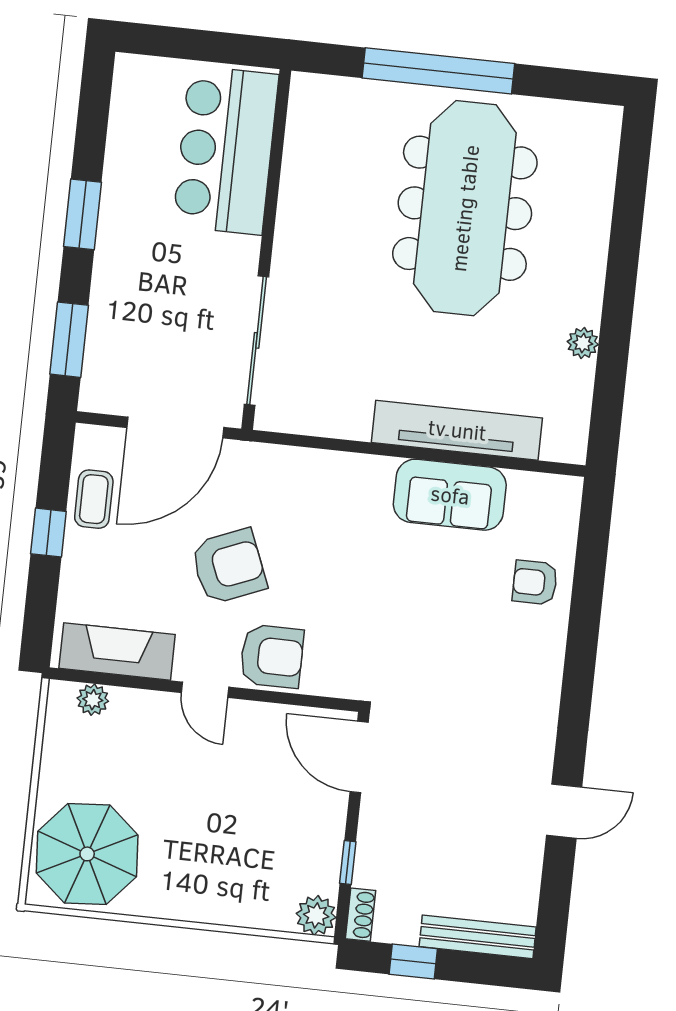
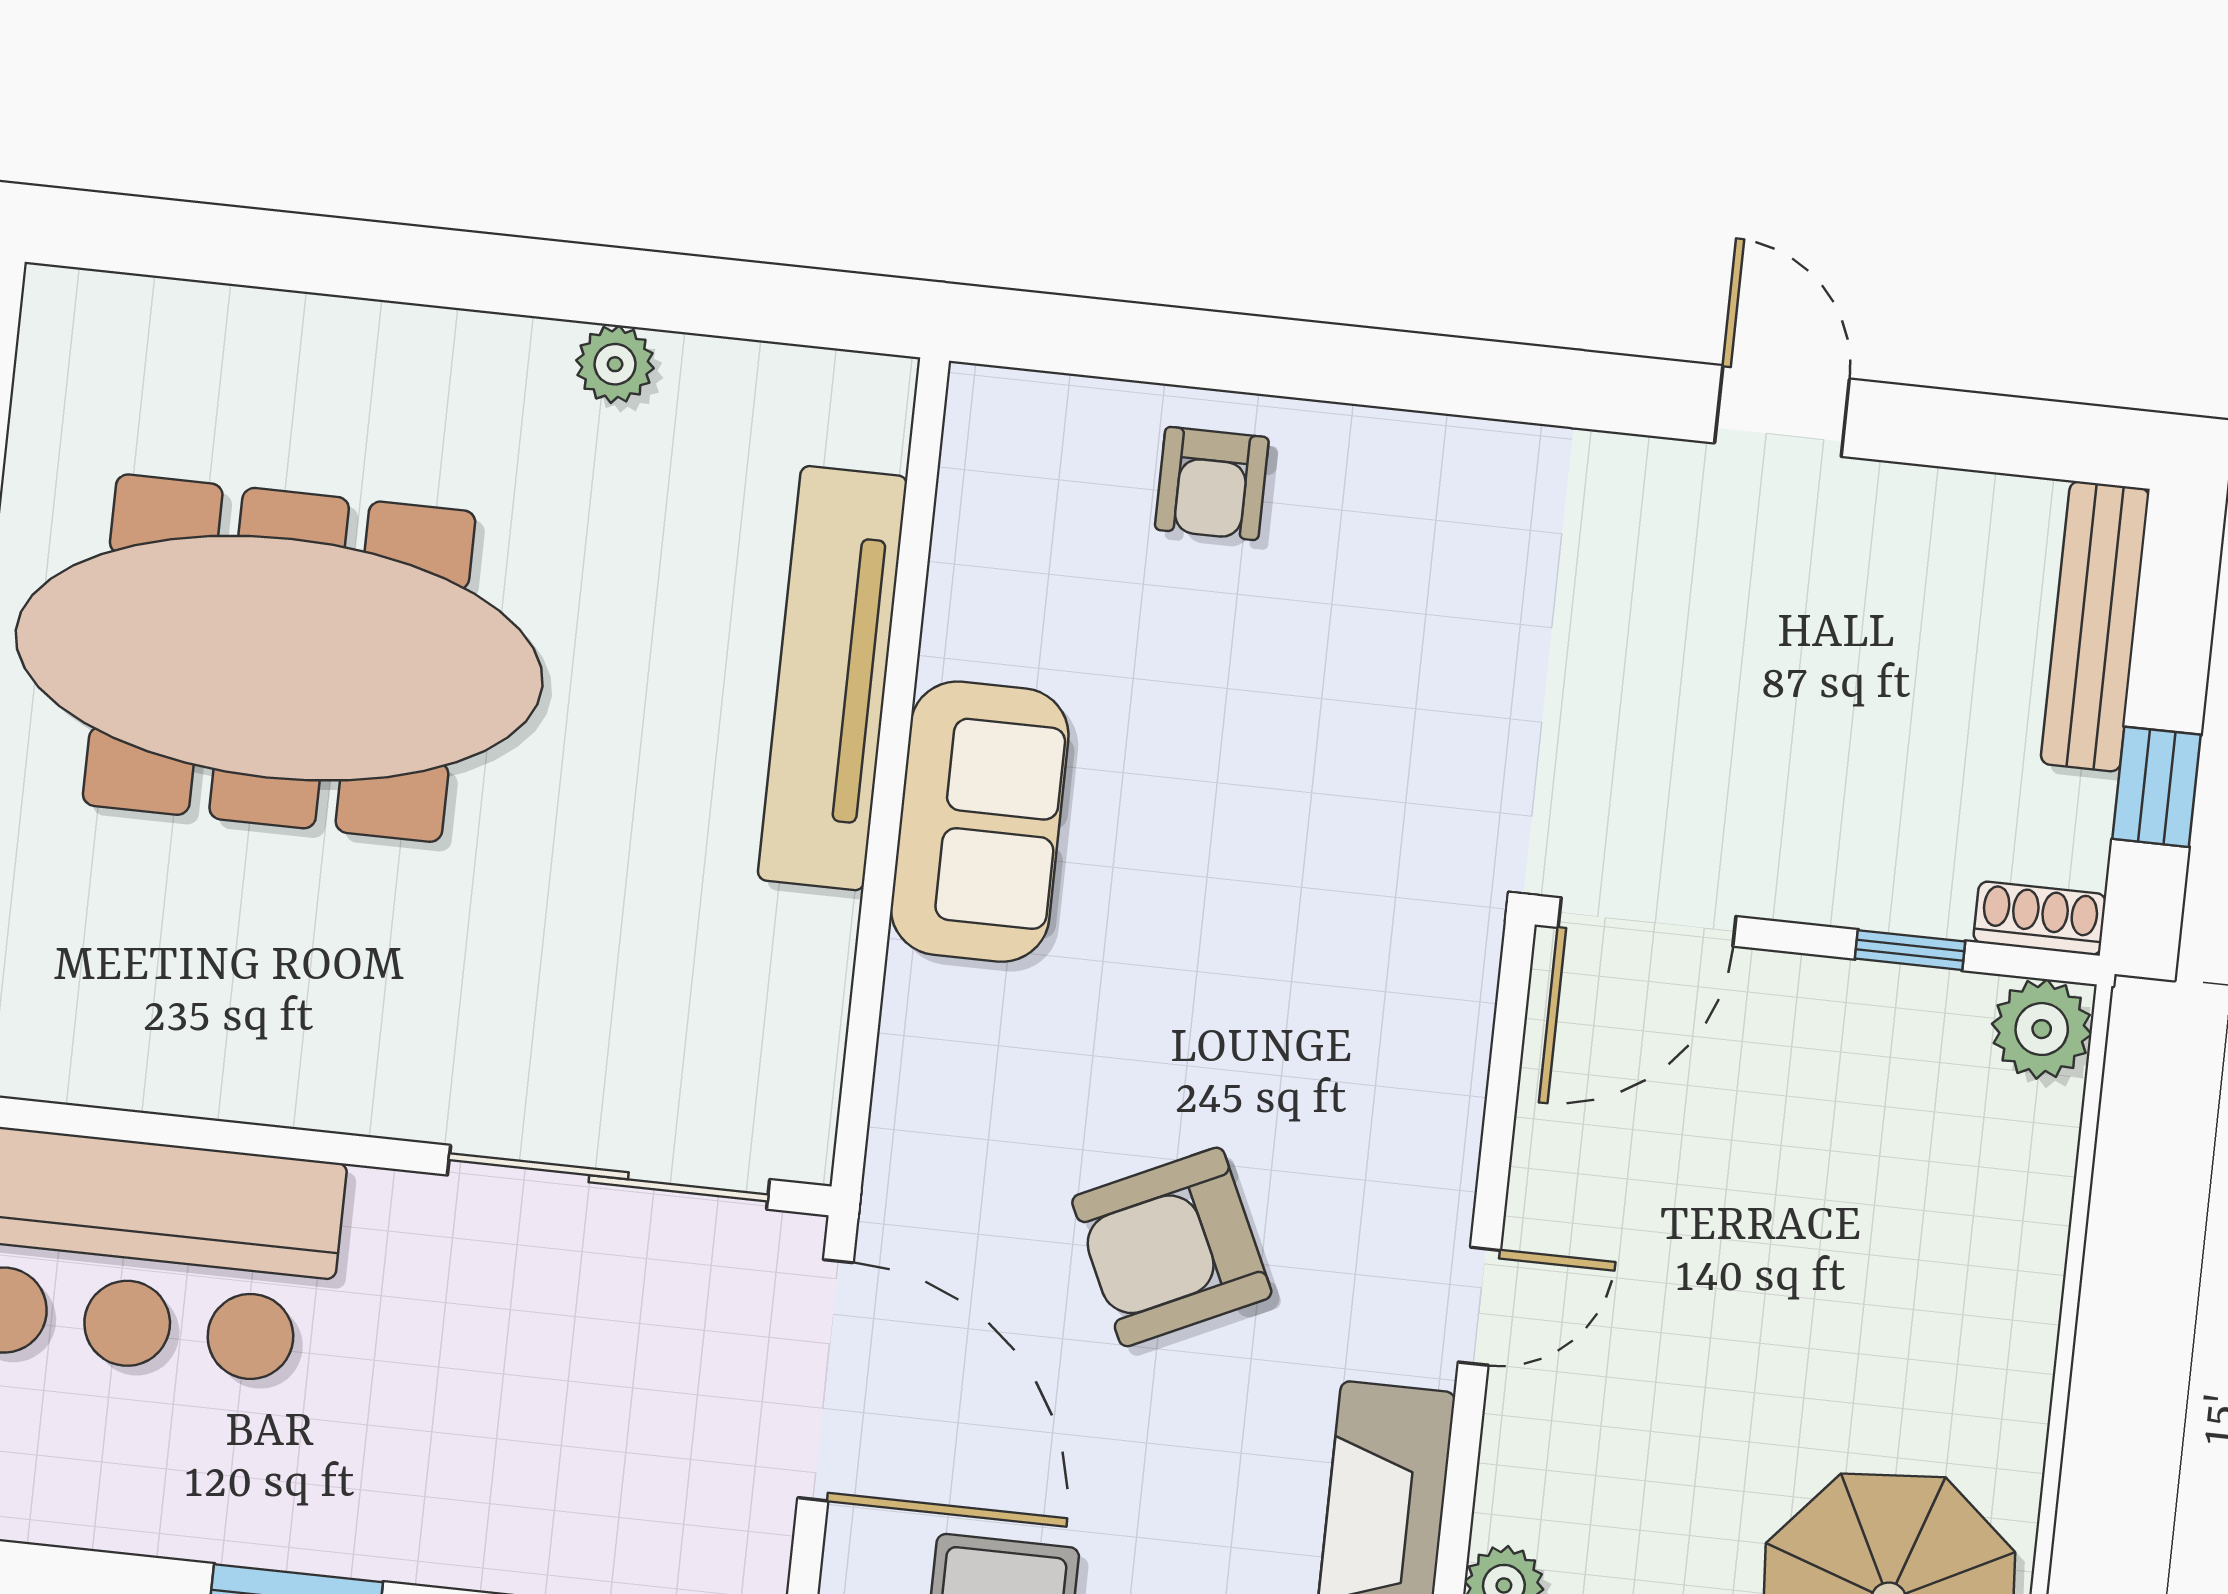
sofa: (450, 495) -> (980, 822), moved
armchair: (229, 566) -> (1172, 1247), turned -93
armchair: (272, 656) -> (1396, 1140), removed

